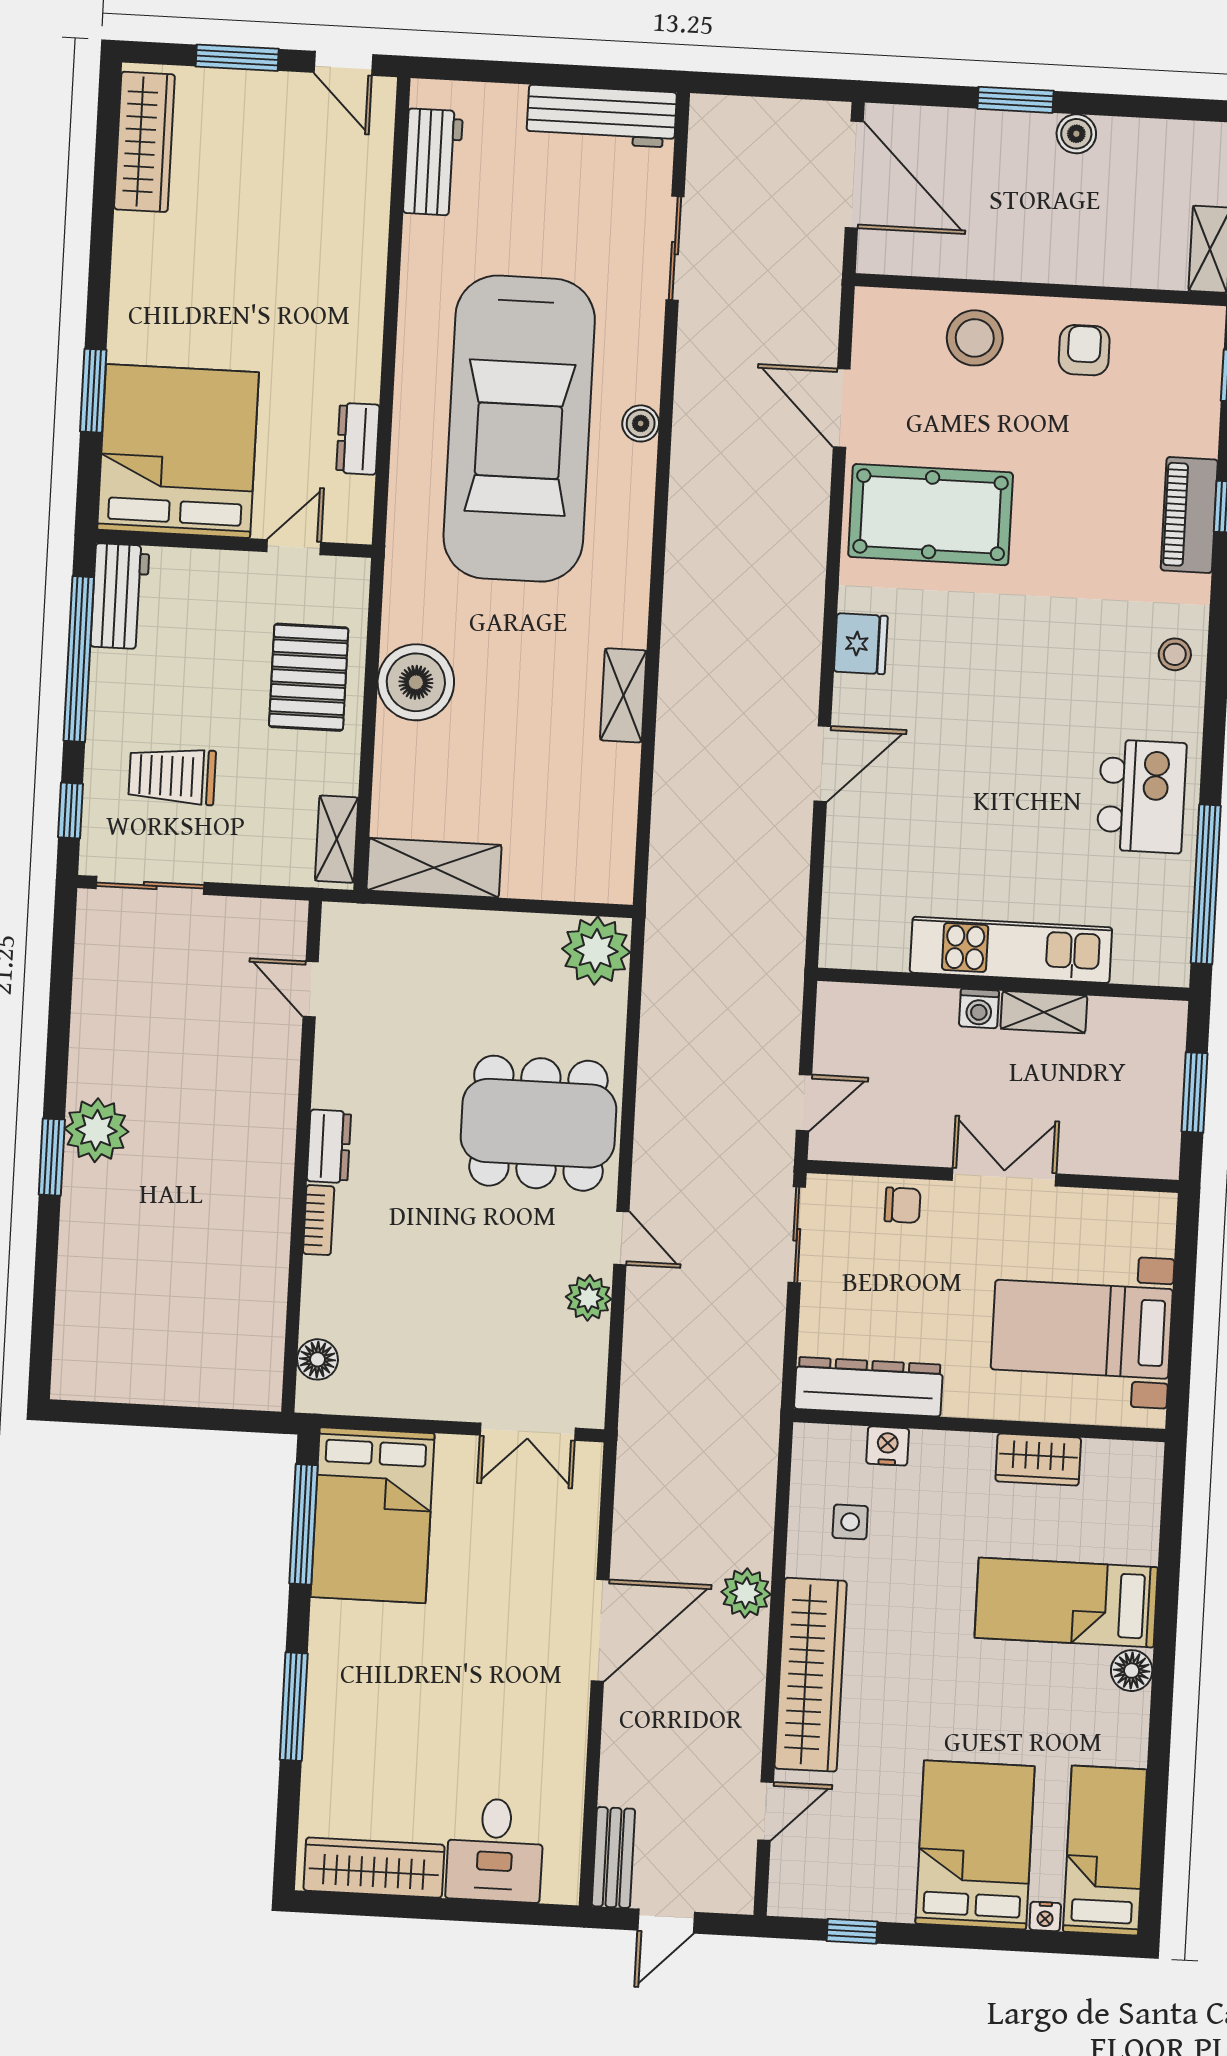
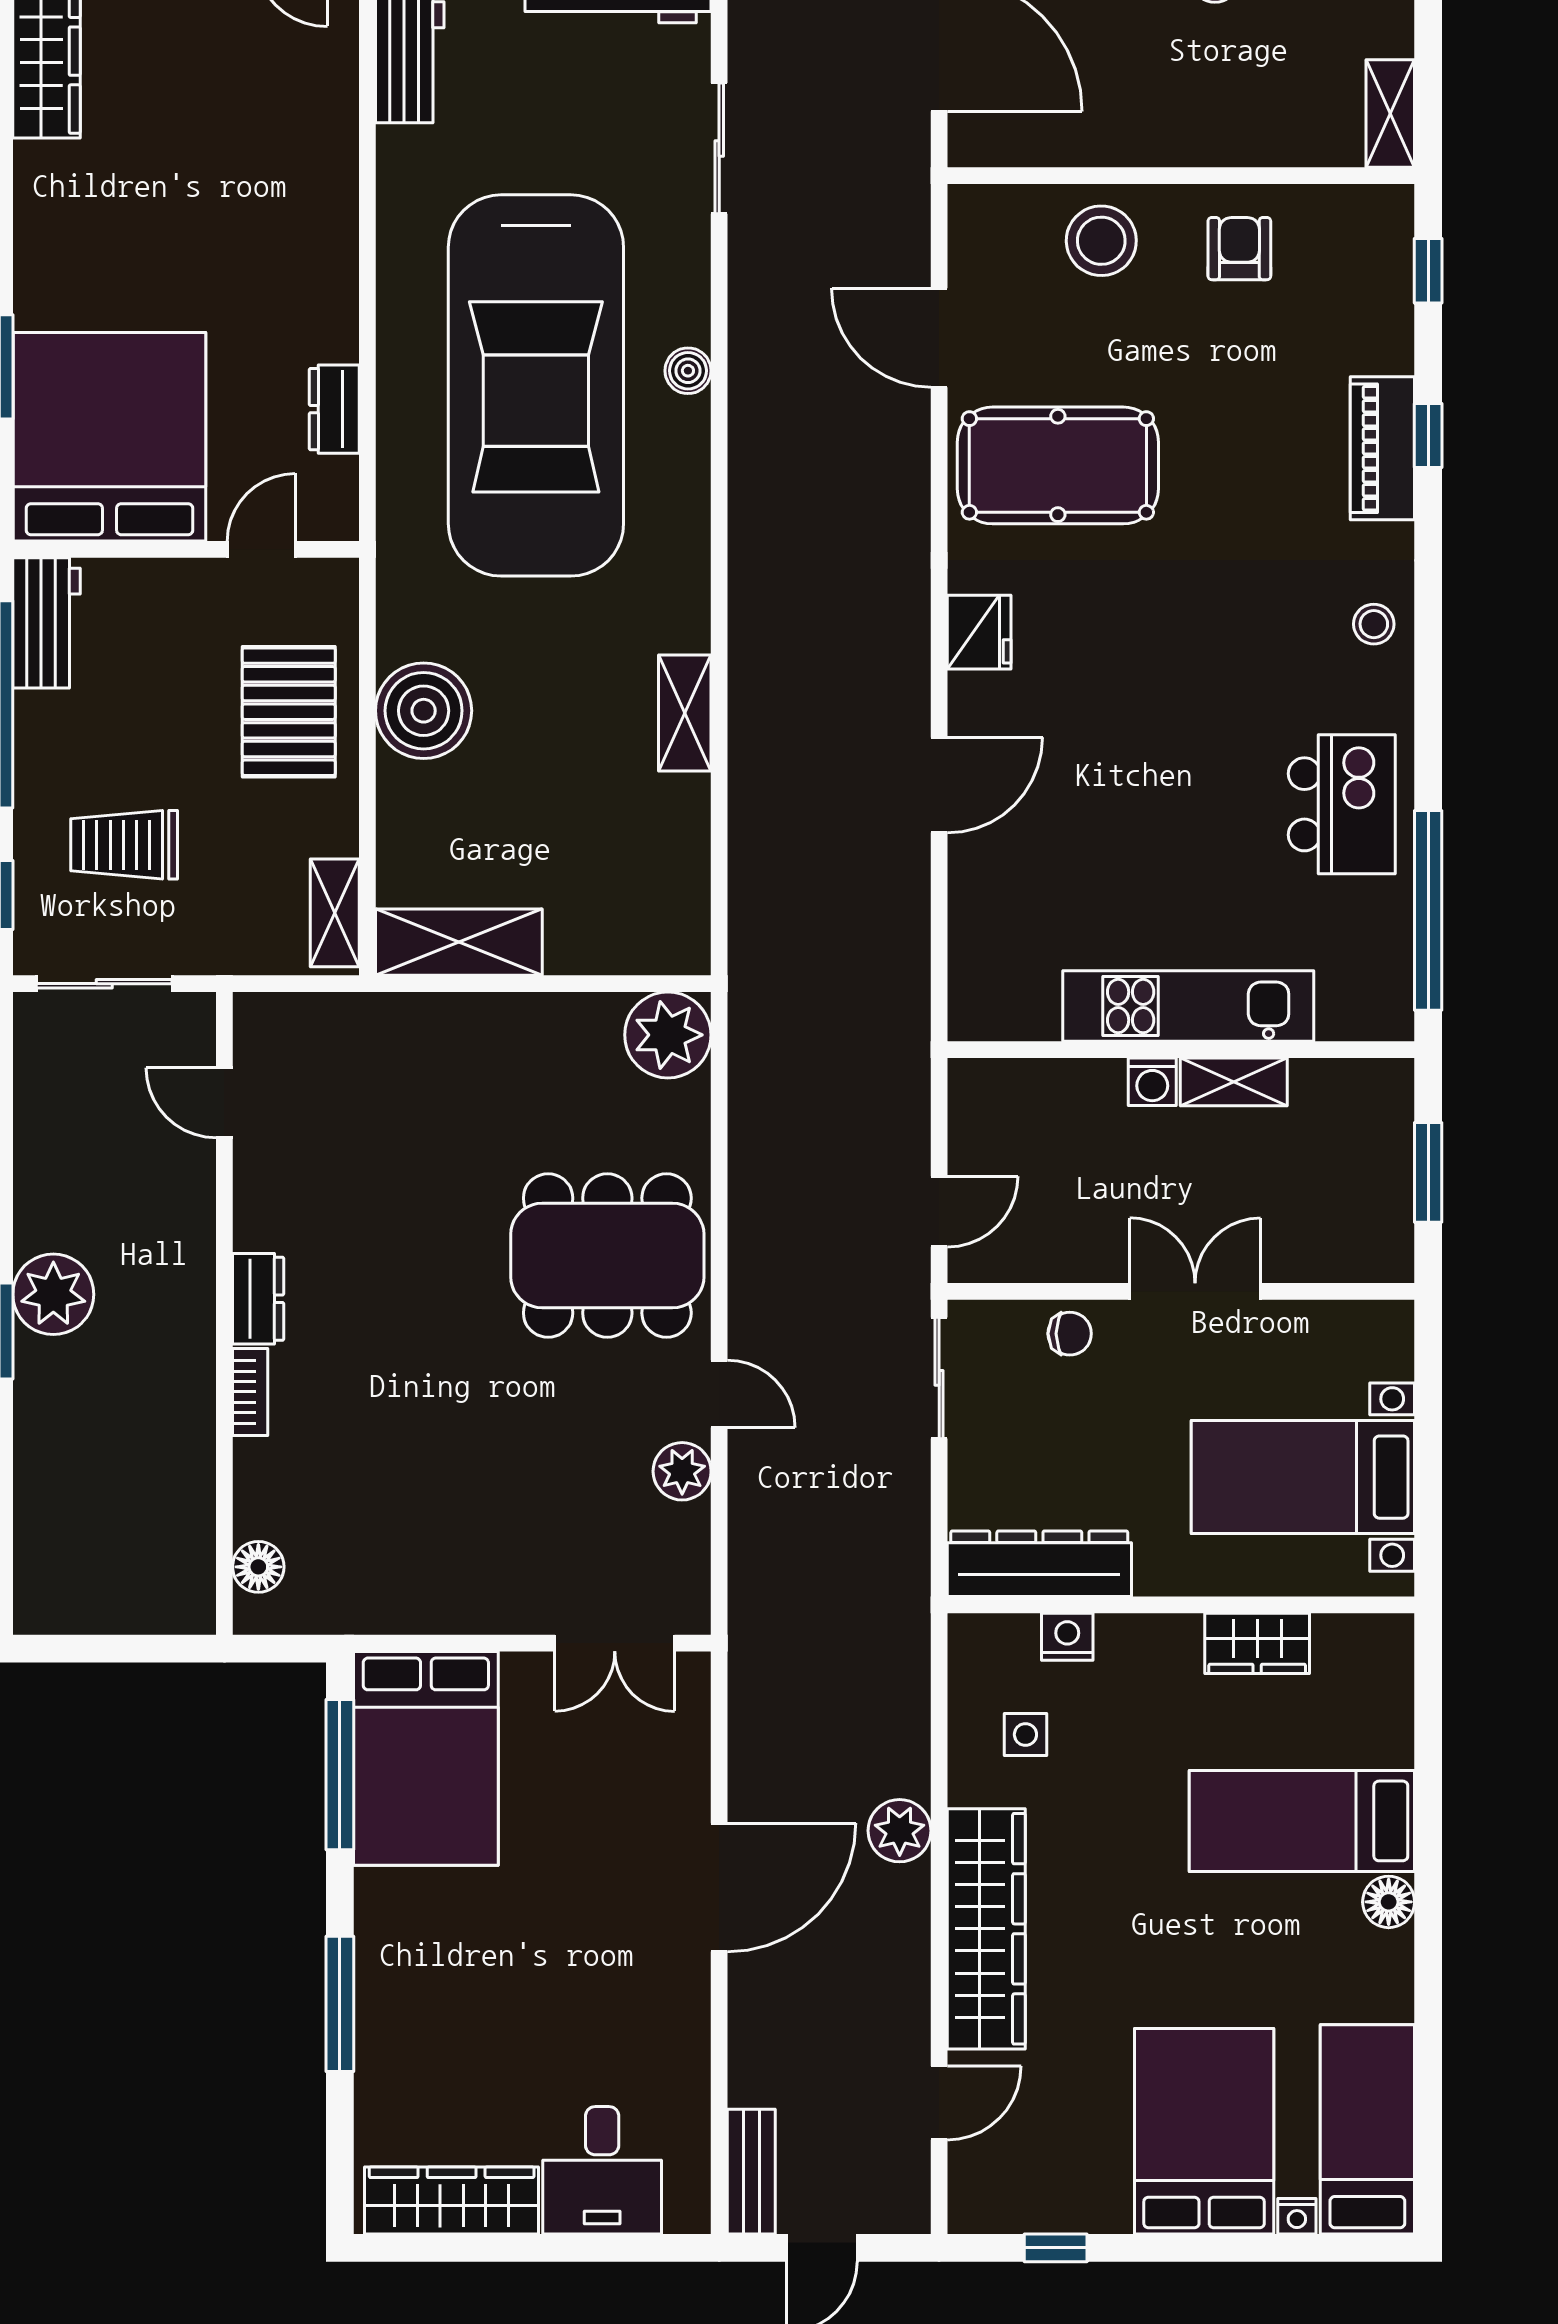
door: (311, 989) -> (224, 1103), moved
dresser: (329, 1146) -> (258, 1299), moved
wall: (302, 1157) -> (224, 1313), moved
bookcase: (319, 1220) -> (250, 1392), moved
floor lamp: (318, 1359) -> (258, 1567), moved

